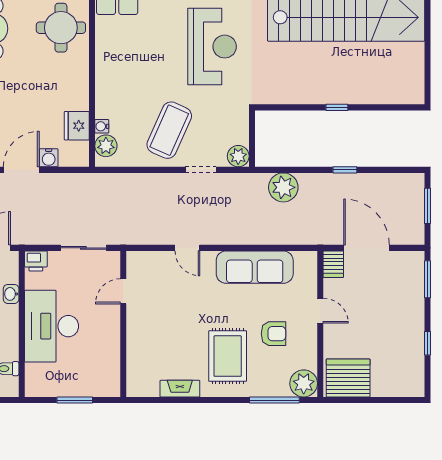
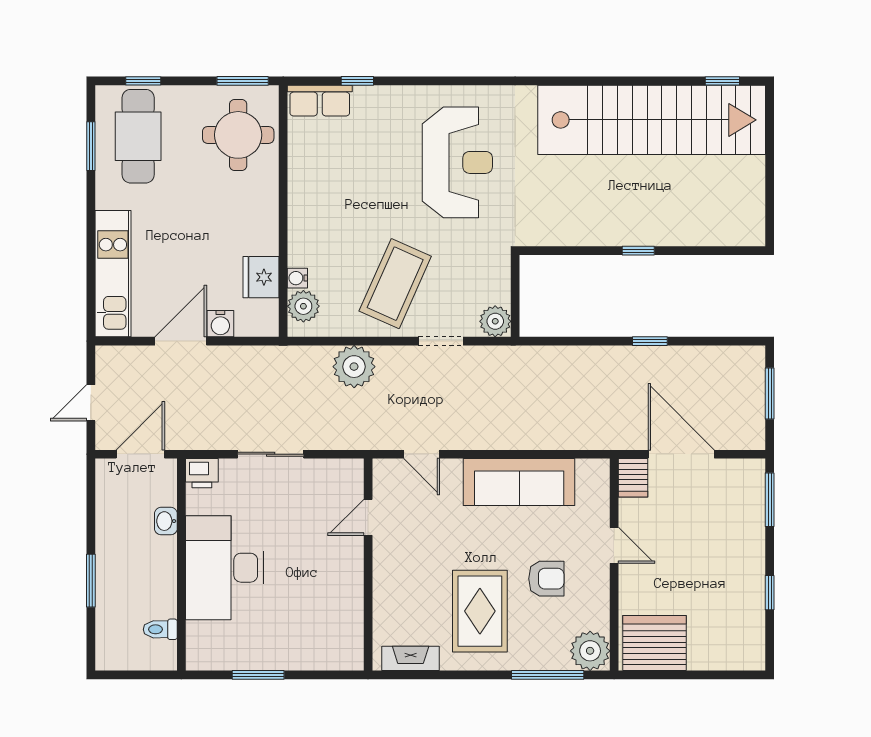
plant: (283, 187) -> (354, 367), moved
door: (123, 291) -> (368, 517), moved
wall: (123, 324) -> (368, 565), moved

